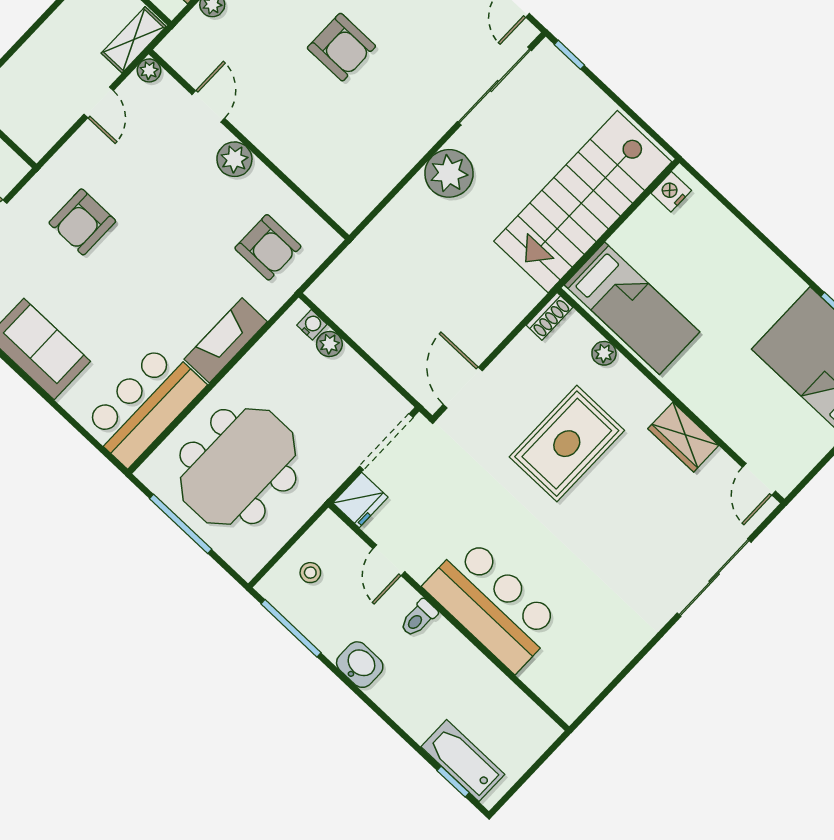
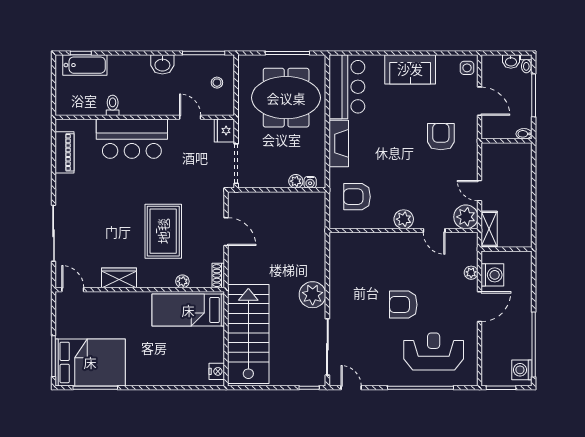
plant: (149, 70) -> (466, 217), width x1.88, depth x1.88
door: (463, 388) -> (226, 232), moved
meeting table: (238, 467) -> (286, 98), turned 90
toilet: (419, 618) -> (113, 105), moved
piano: (599, 671) -> (65, 152), added

